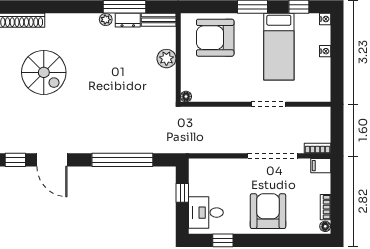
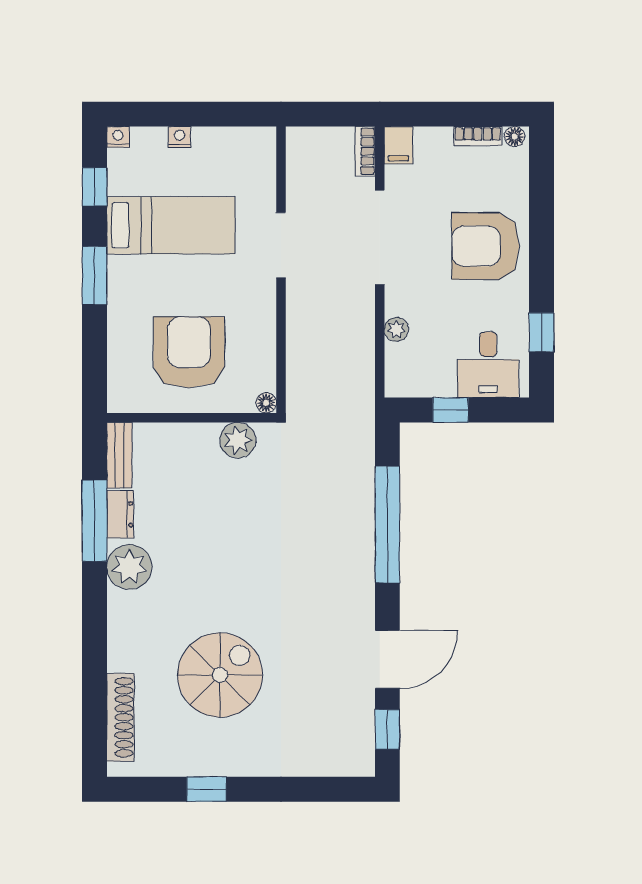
plant: (106, 20) -> (129, 567), width x1.88, depth x1.88
armchair: (215, 38) -> (189, 352), moved, turned 180
plant: (166, 59) -> (238, 440), moved
plant: (224, 165) -> (396, 329), added

